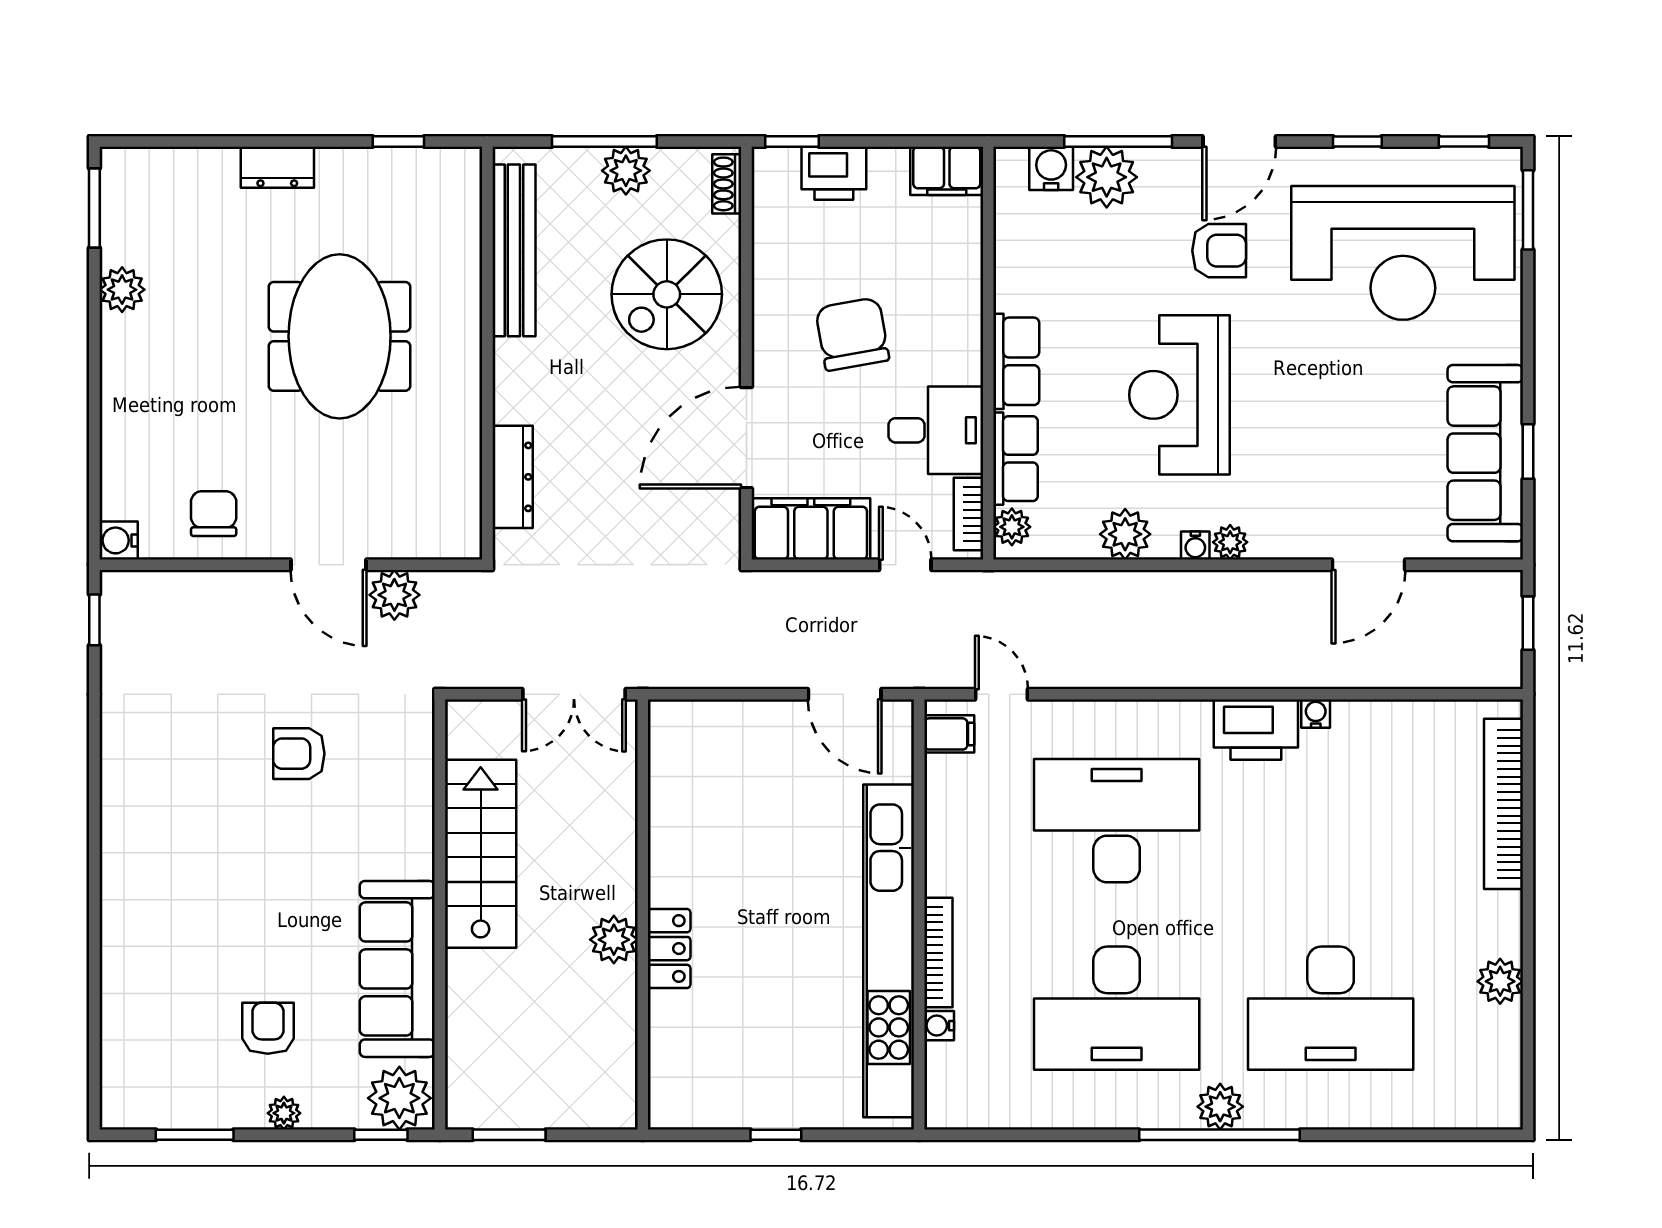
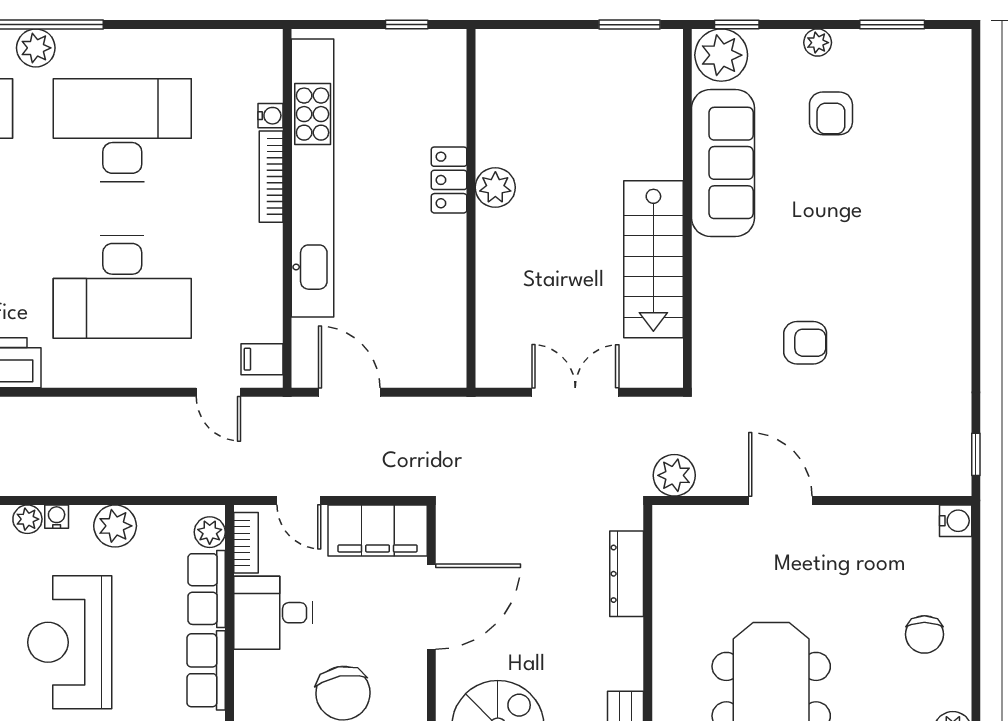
reception desk: (1179, 395) -> (70, 642), turned 180
chair: (214, 514) -> (924, 634), moved
plant: (394, 595) -> (674, 475), moved
wall: (643, 914) -> (471, 208), moved
plant: (614, 940) -> (495, 187), moved
locker: (669, 949) -> (449, 180), moved

